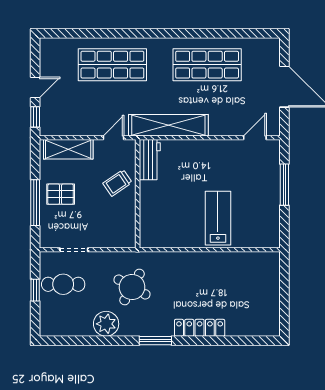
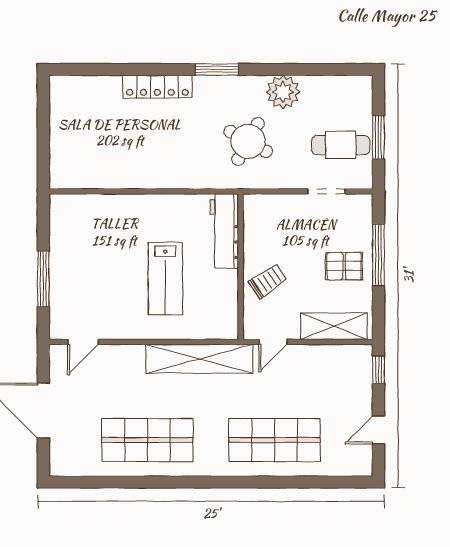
door: (35, 88) -> (378, 430), moved
workbench: (150, 160) -> (224, 231), moved, width x1.37
lab bench: (218, 218) -> (165, 279), moved
window: (35, 290) -> (378, 137), width x1.50

